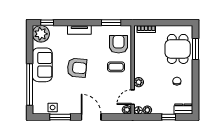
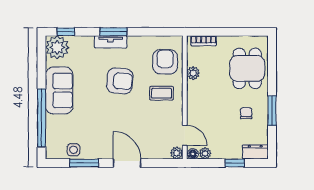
window: (111, 23) -> (113, 32), moved
window: (195, 49) -> (272, 111), moved
armchair: (77, 68) -> (120, 81), moved
plant: (139, 82) -> (193, 73), moved
door: (133, 97) -> (185, 135), swing flipped

